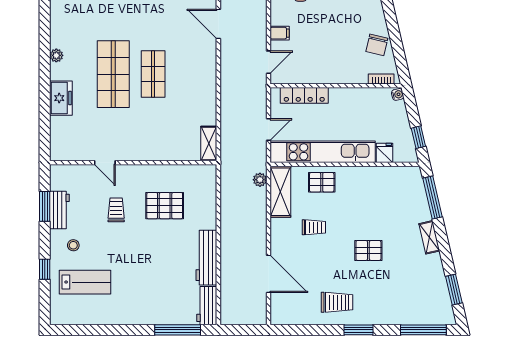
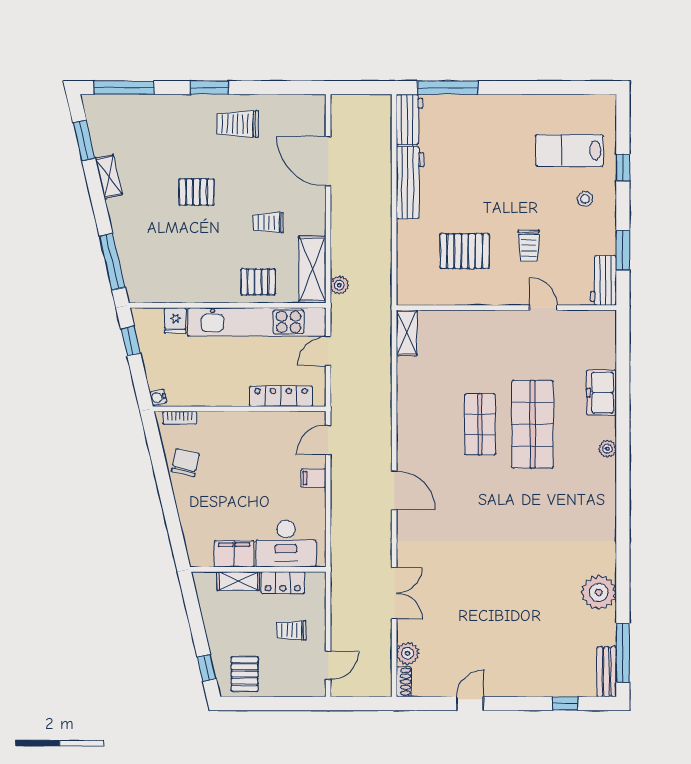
workbench: (59, 210) -> (603, 280), moved
shelving: (429, 237) -> (109, 176), moved

